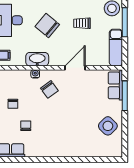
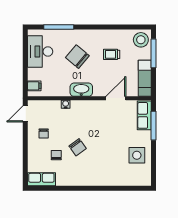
washbasin: (37, 59) -> (81, 90), moved
door: (75, 68) -> (116, 98), moved
chair: (49, 89) -> (78, 147), moved
side table: (108, 126) -> (137, 155), turned 45

